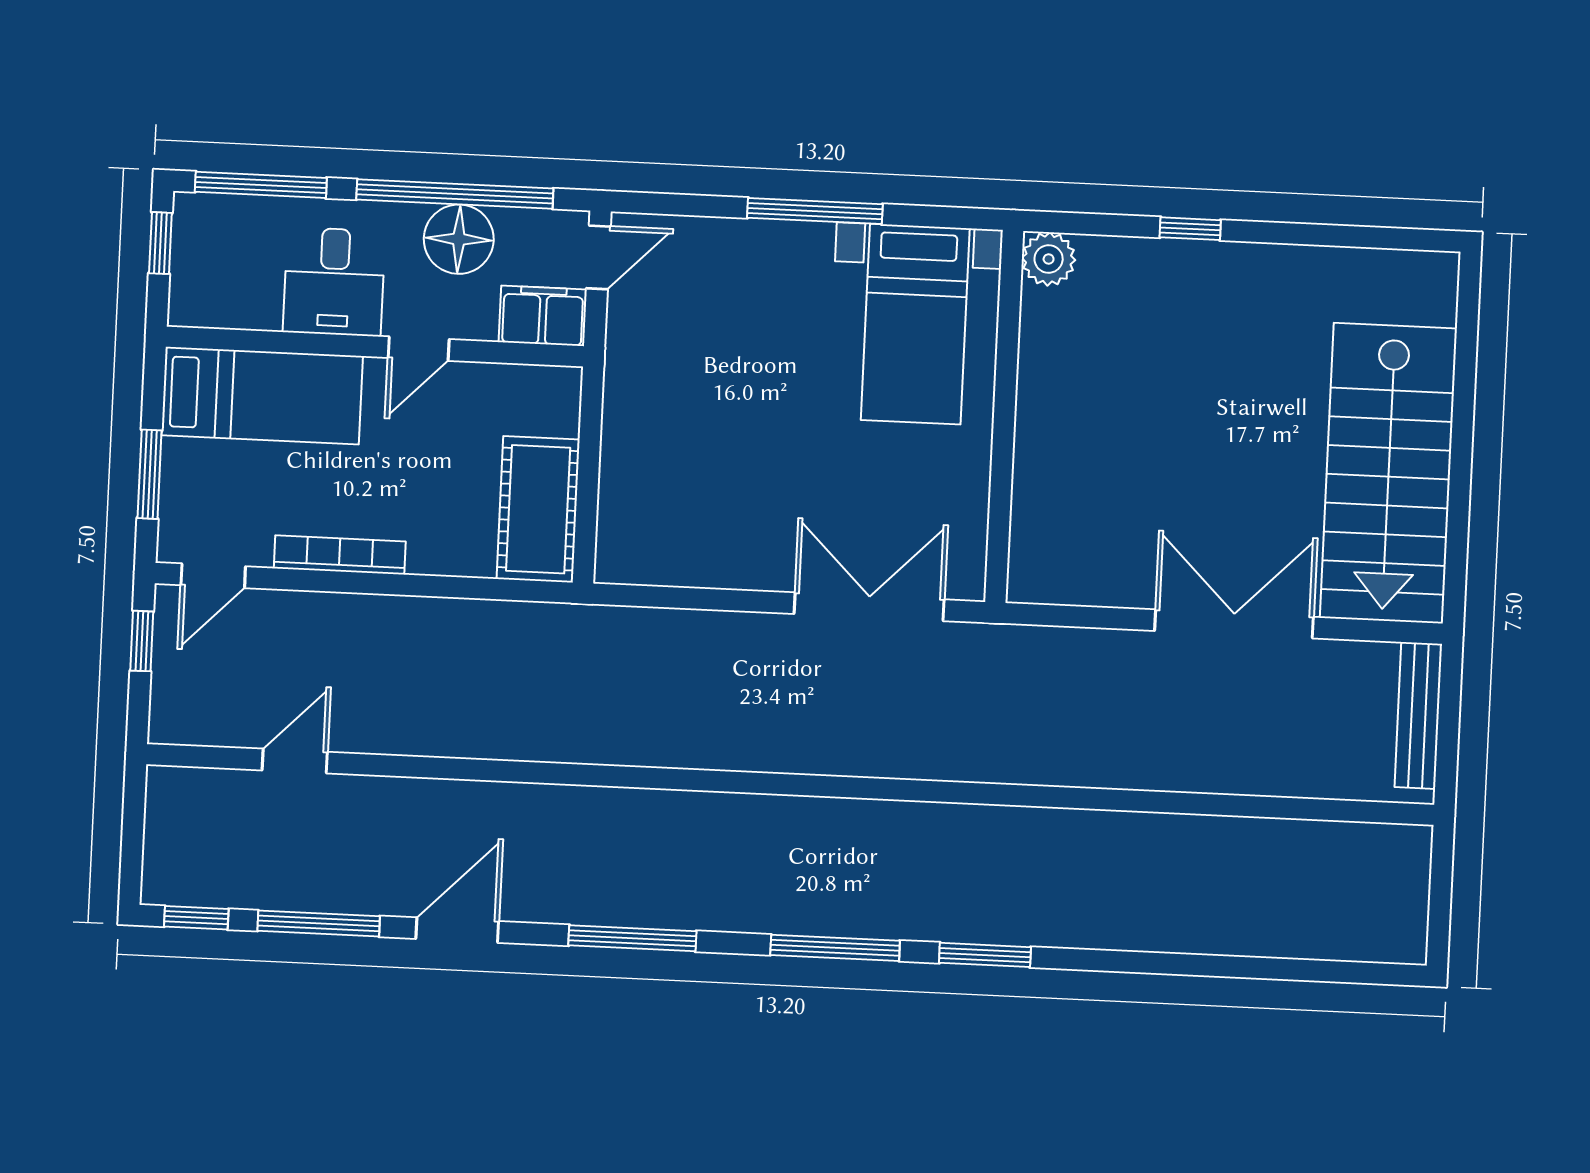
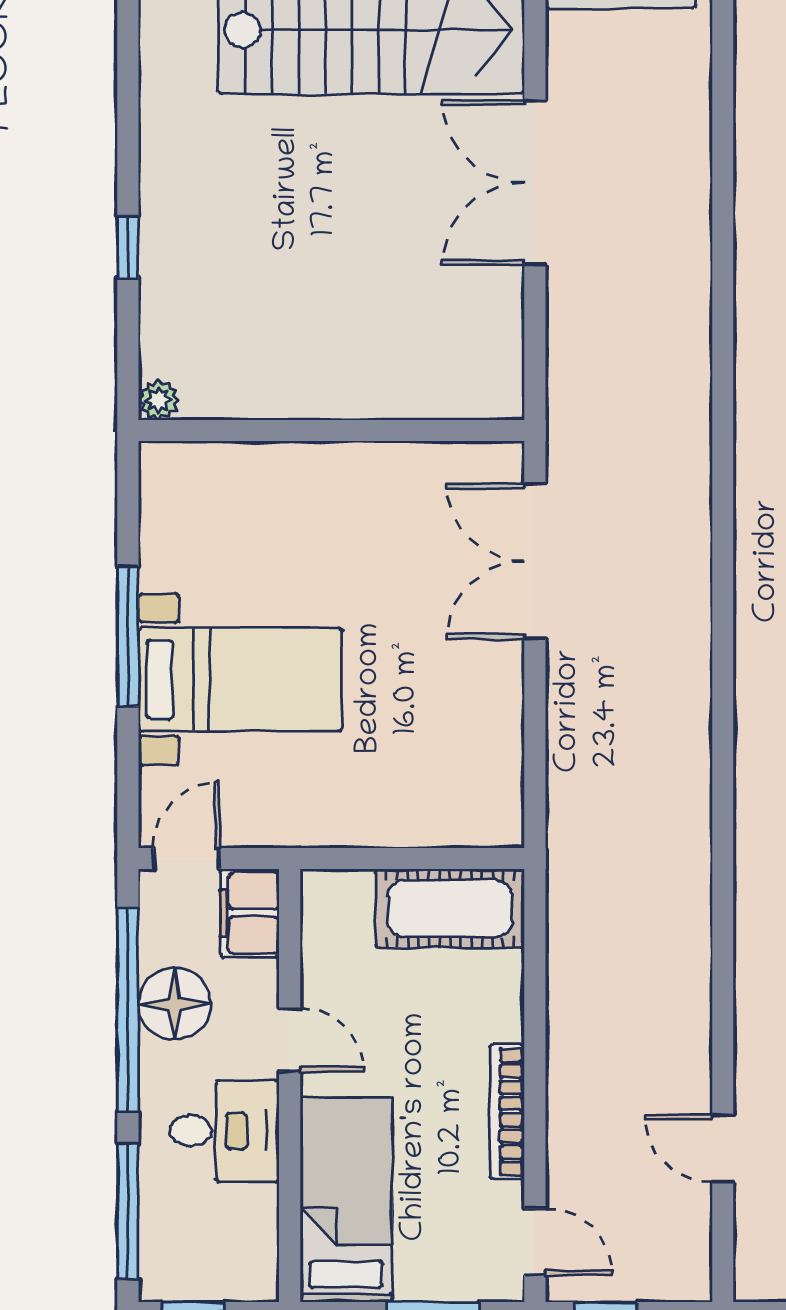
door: (598, 257) -> (186, 858), hinge flipped
plant: (1049, 259) -> (159, 400), width x0.73, depth x0.73
bed with nightstands: (915, 324) -> (240, 679), moved

